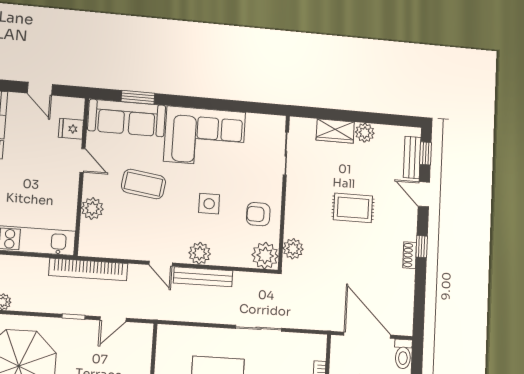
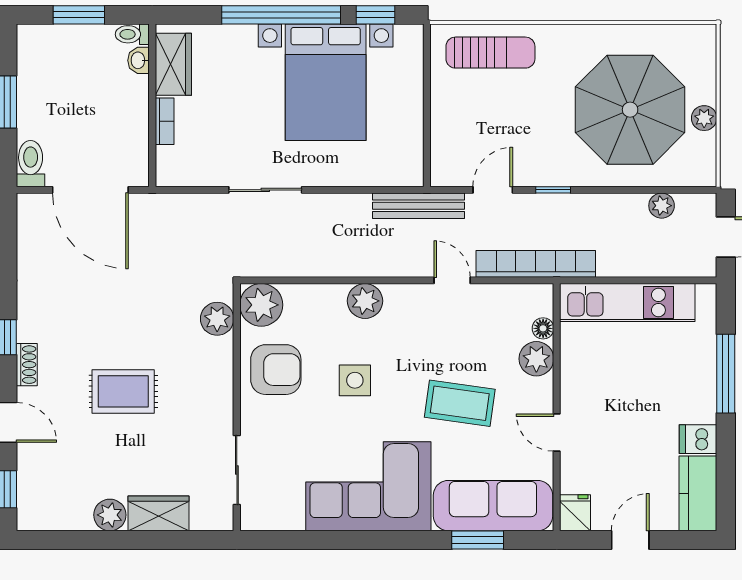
door: (40, 89) -> (630, 540), hinge flipped
fridge: (71, 129) -> (575, 513), moved, turned -90
bench: (412, 157) -> (29, 481), removed
armchair: (258, 214) -> (276, 370), width x1.38, depth x1.38
floor lamp: (87, 228) -> (543, 328), added
shoe rack: (410, 255) -> (27, 365), moved
door: (161, 264) -> (452, 280), moved
bench: (203, 277) -> (418, 206), moved

